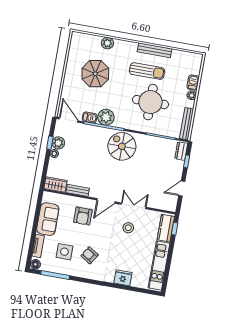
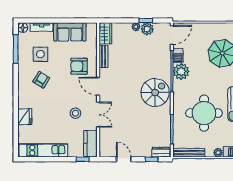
kitchen counter: (166, 228) -> (90, 143), moved, turned -90

